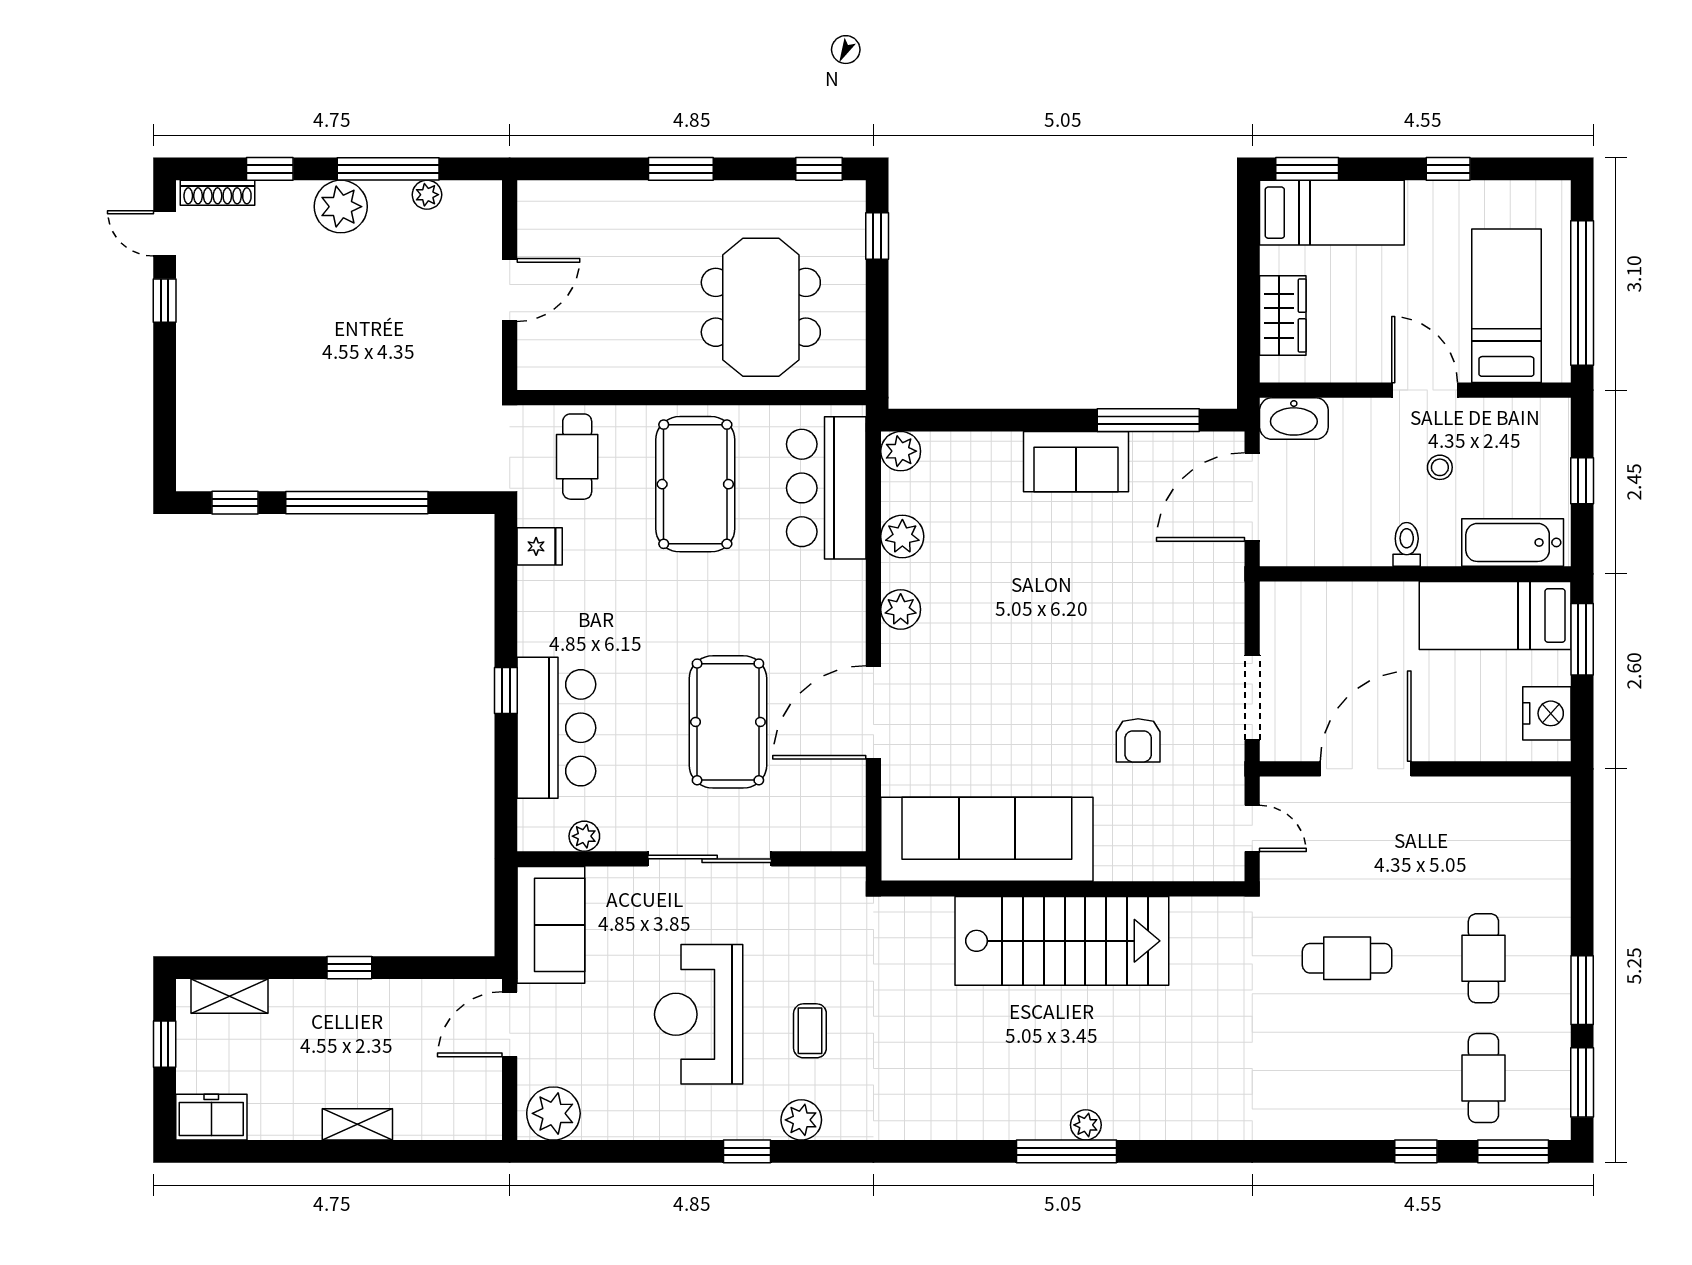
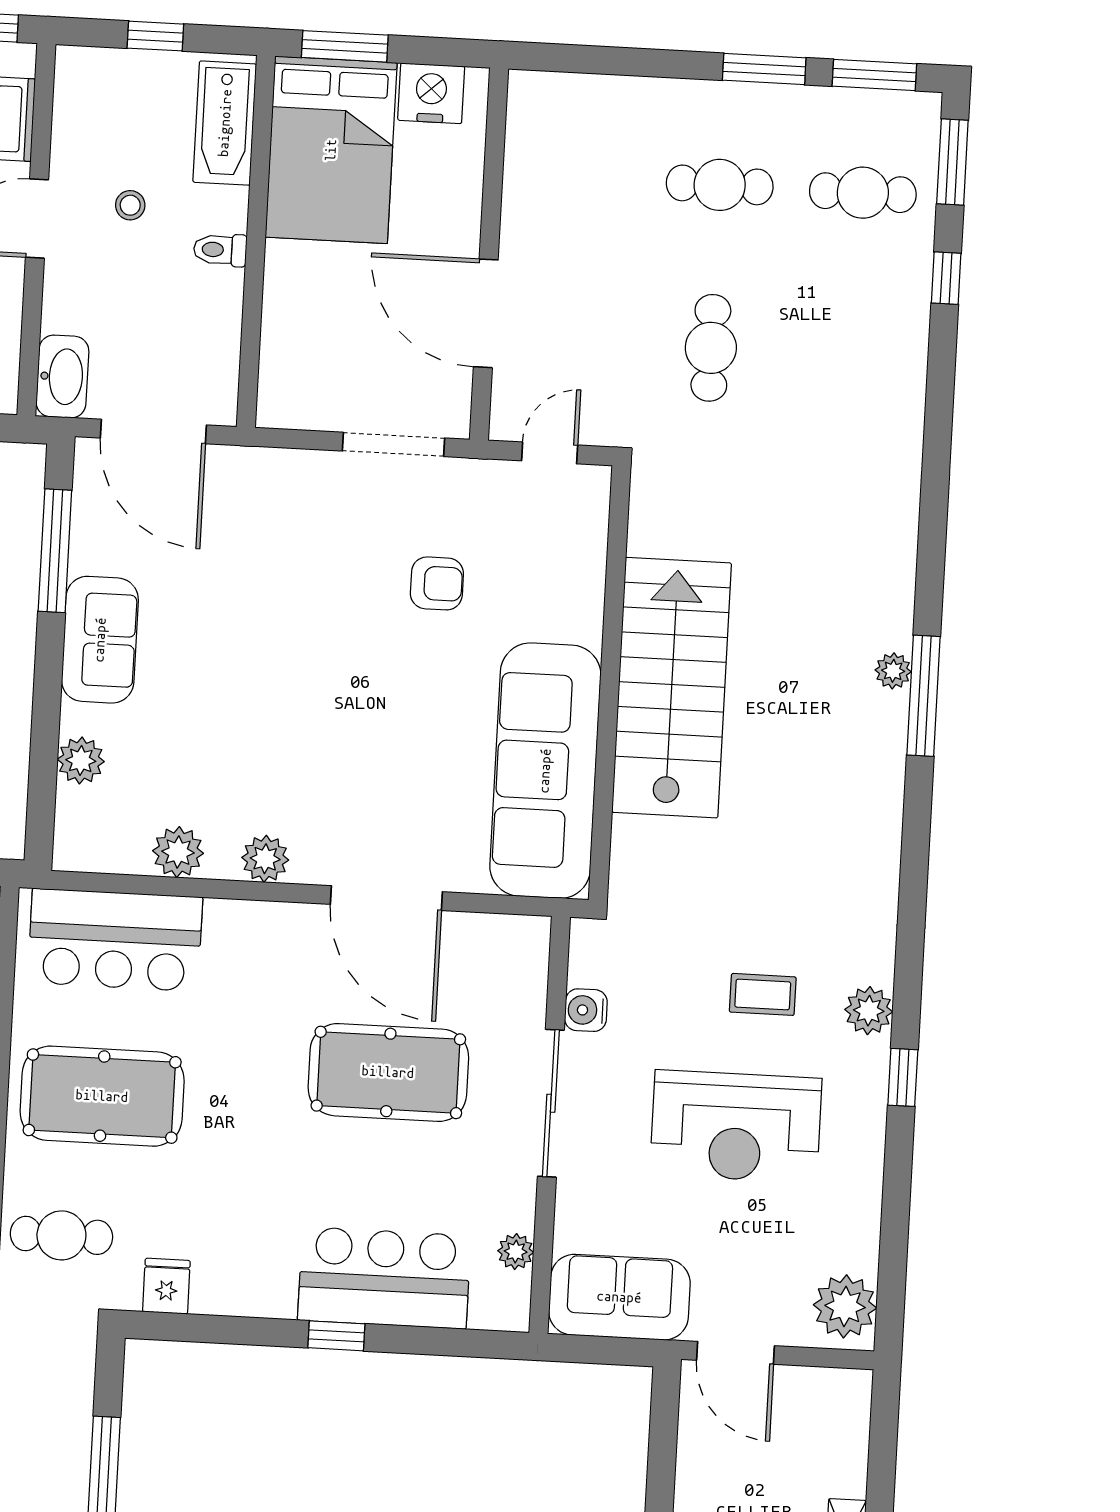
plant: (901, 451) -> (81, 760), moved
bed: (1495, 615) -> (331, 150), width x1.50
water cooler: (789, 884) -> (586, 1010), added

